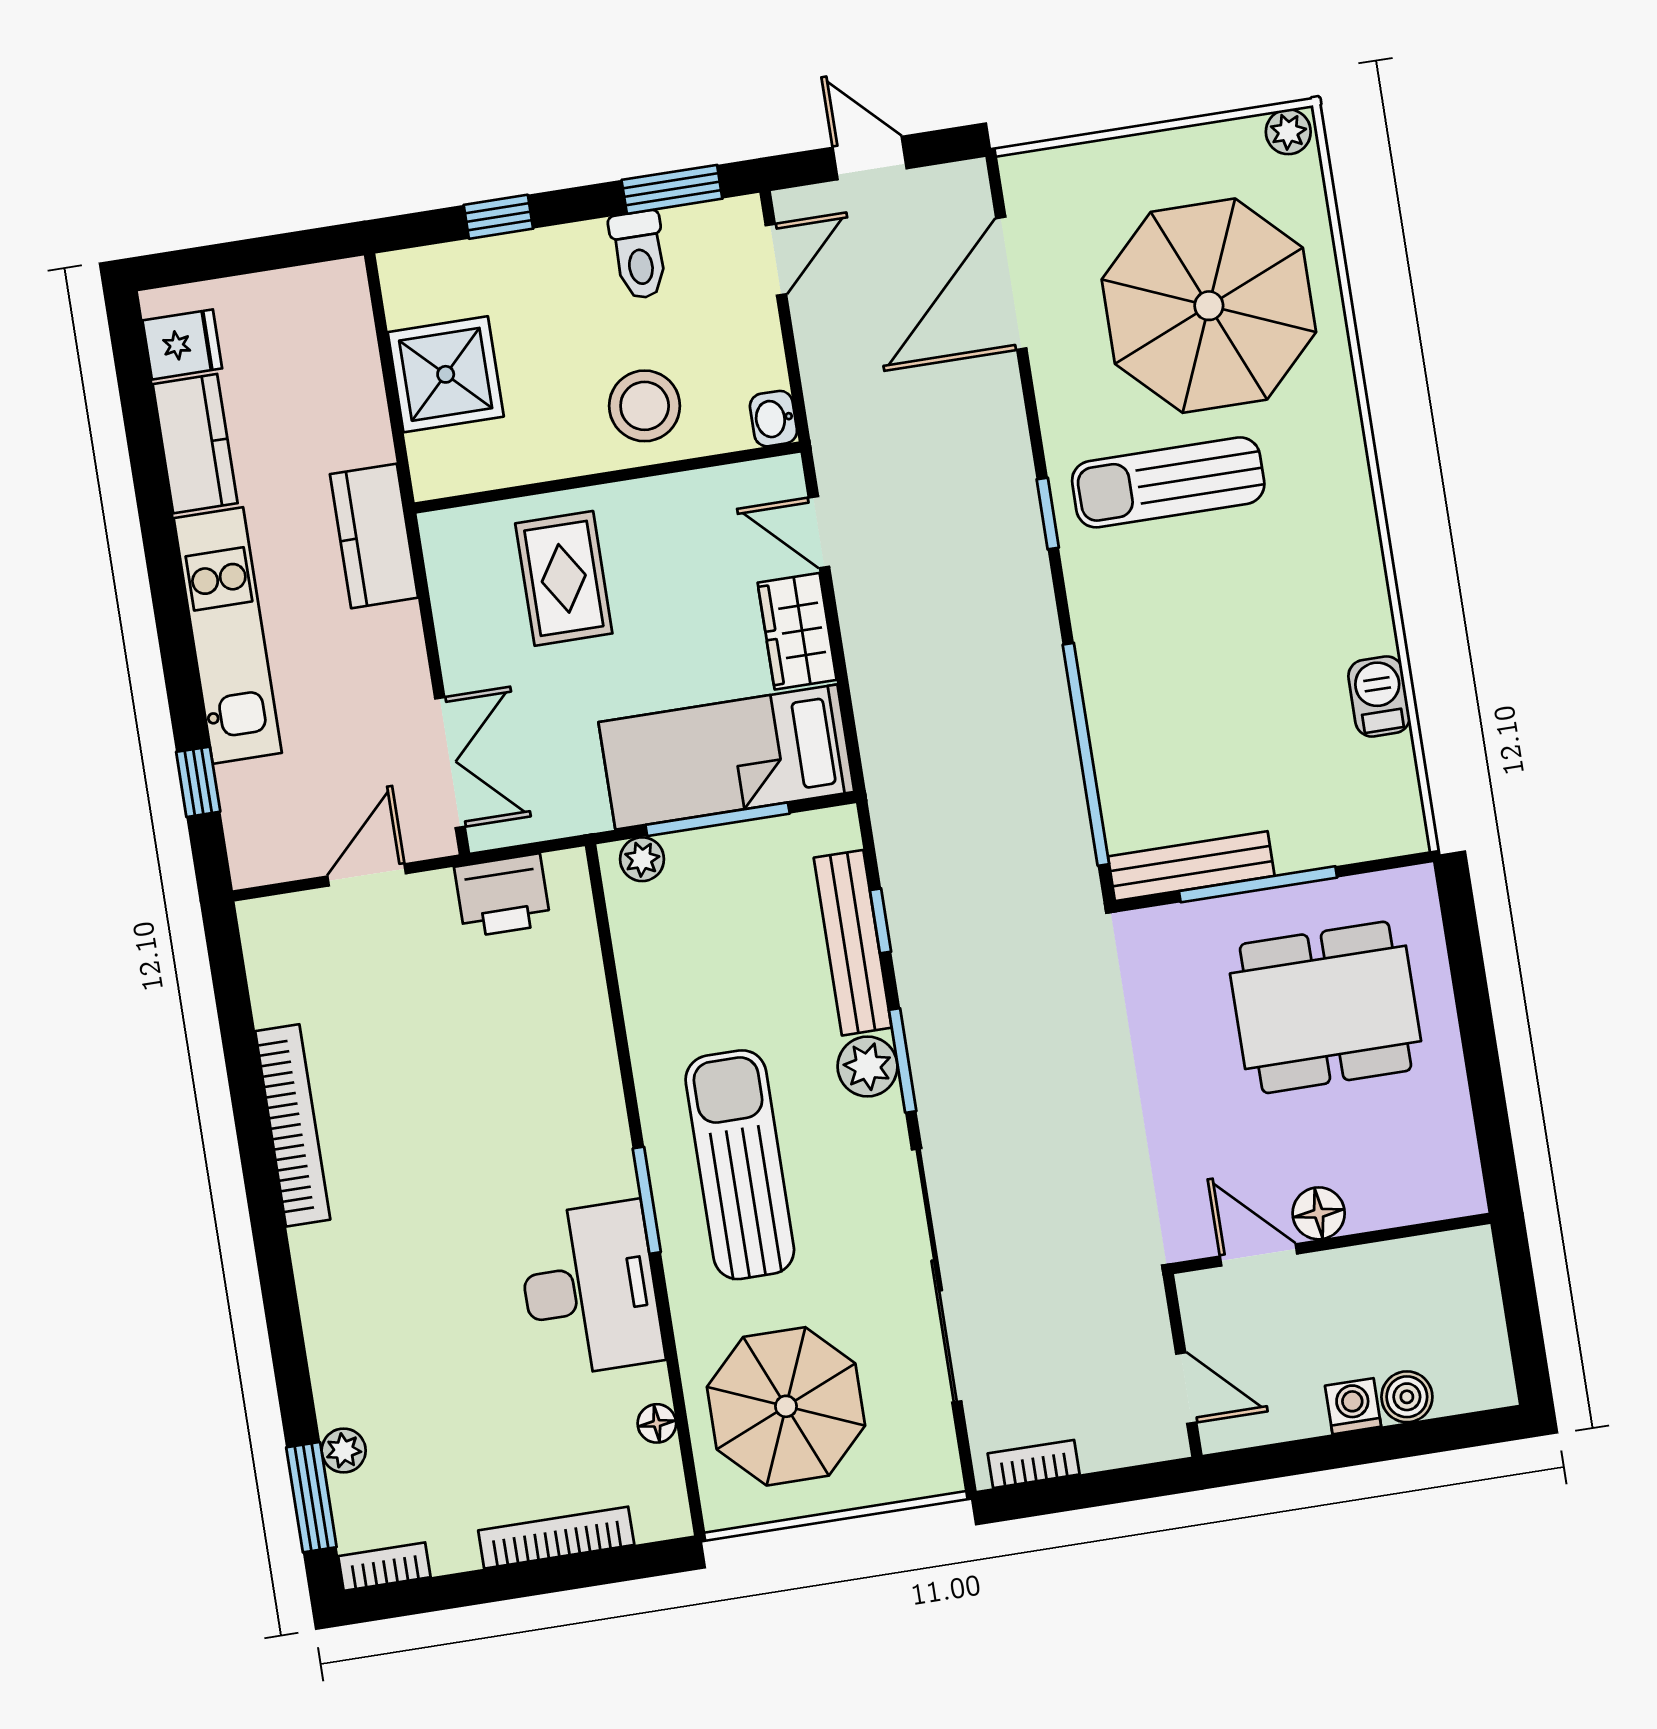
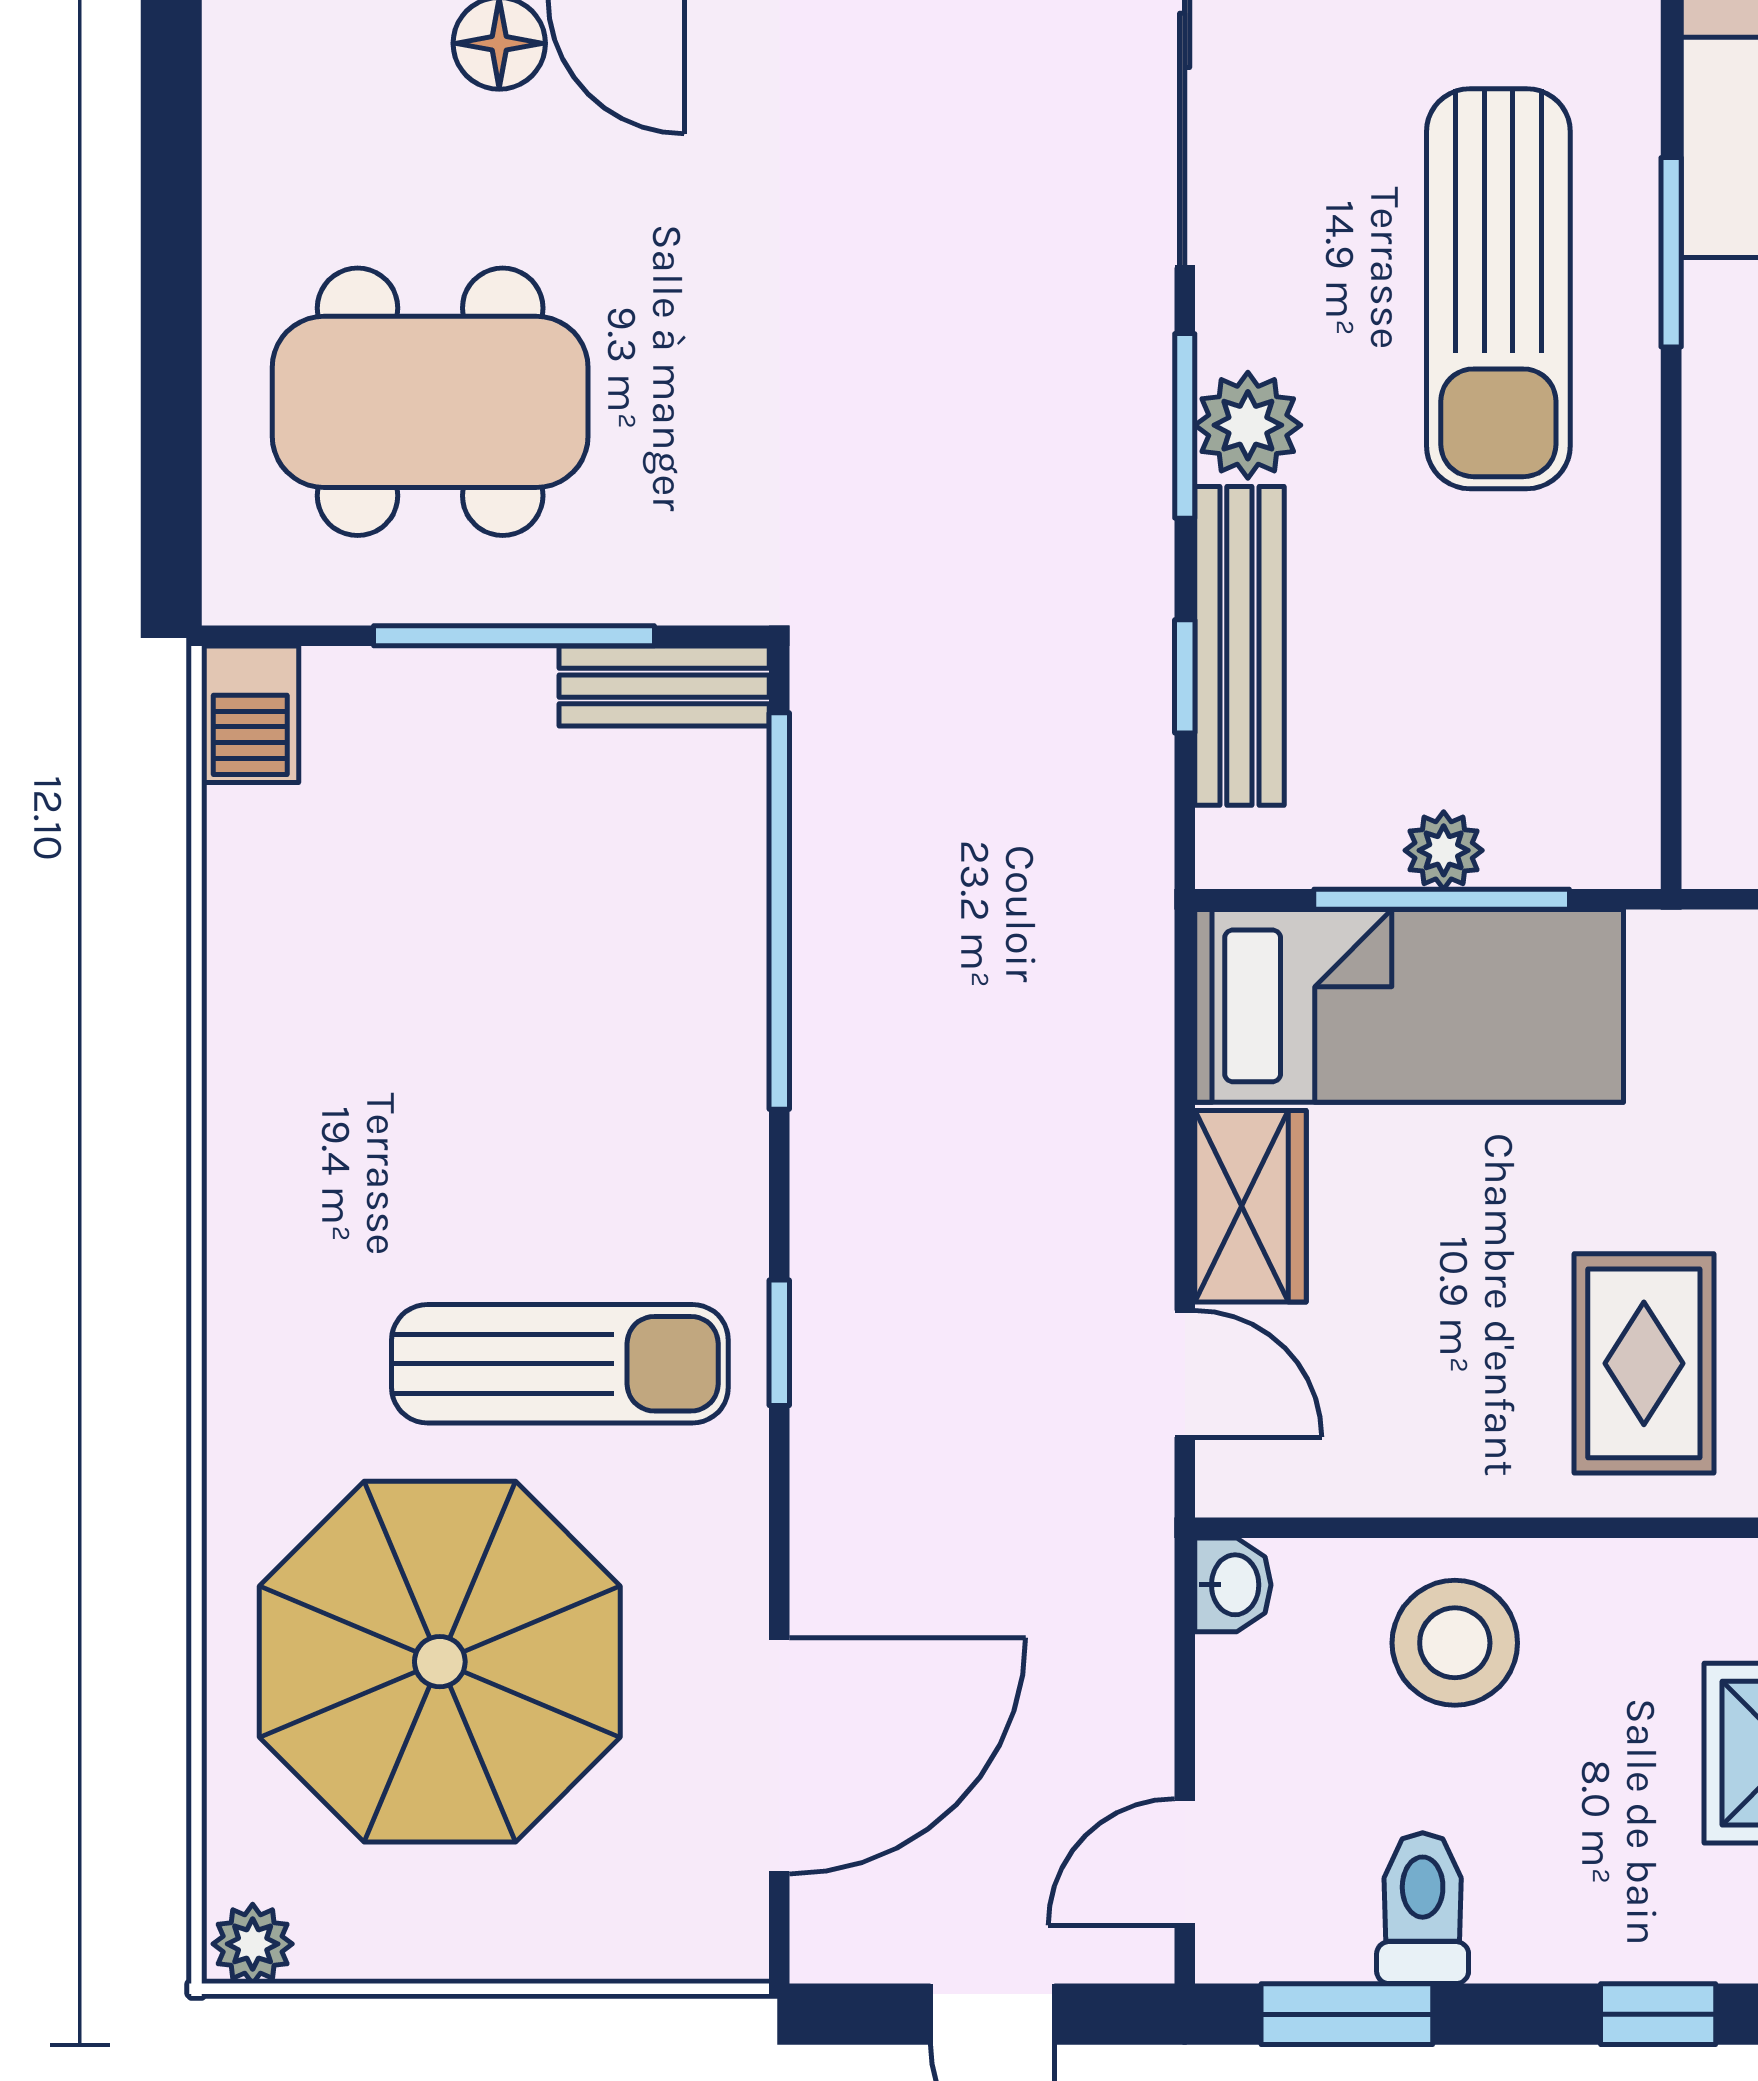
barbecue: (1379, 696) -> (250, 714), moved
plant: (642, 859) -> (1444, 850), moved
bench: (1191, 866) -> (664, 686), width x0.73

